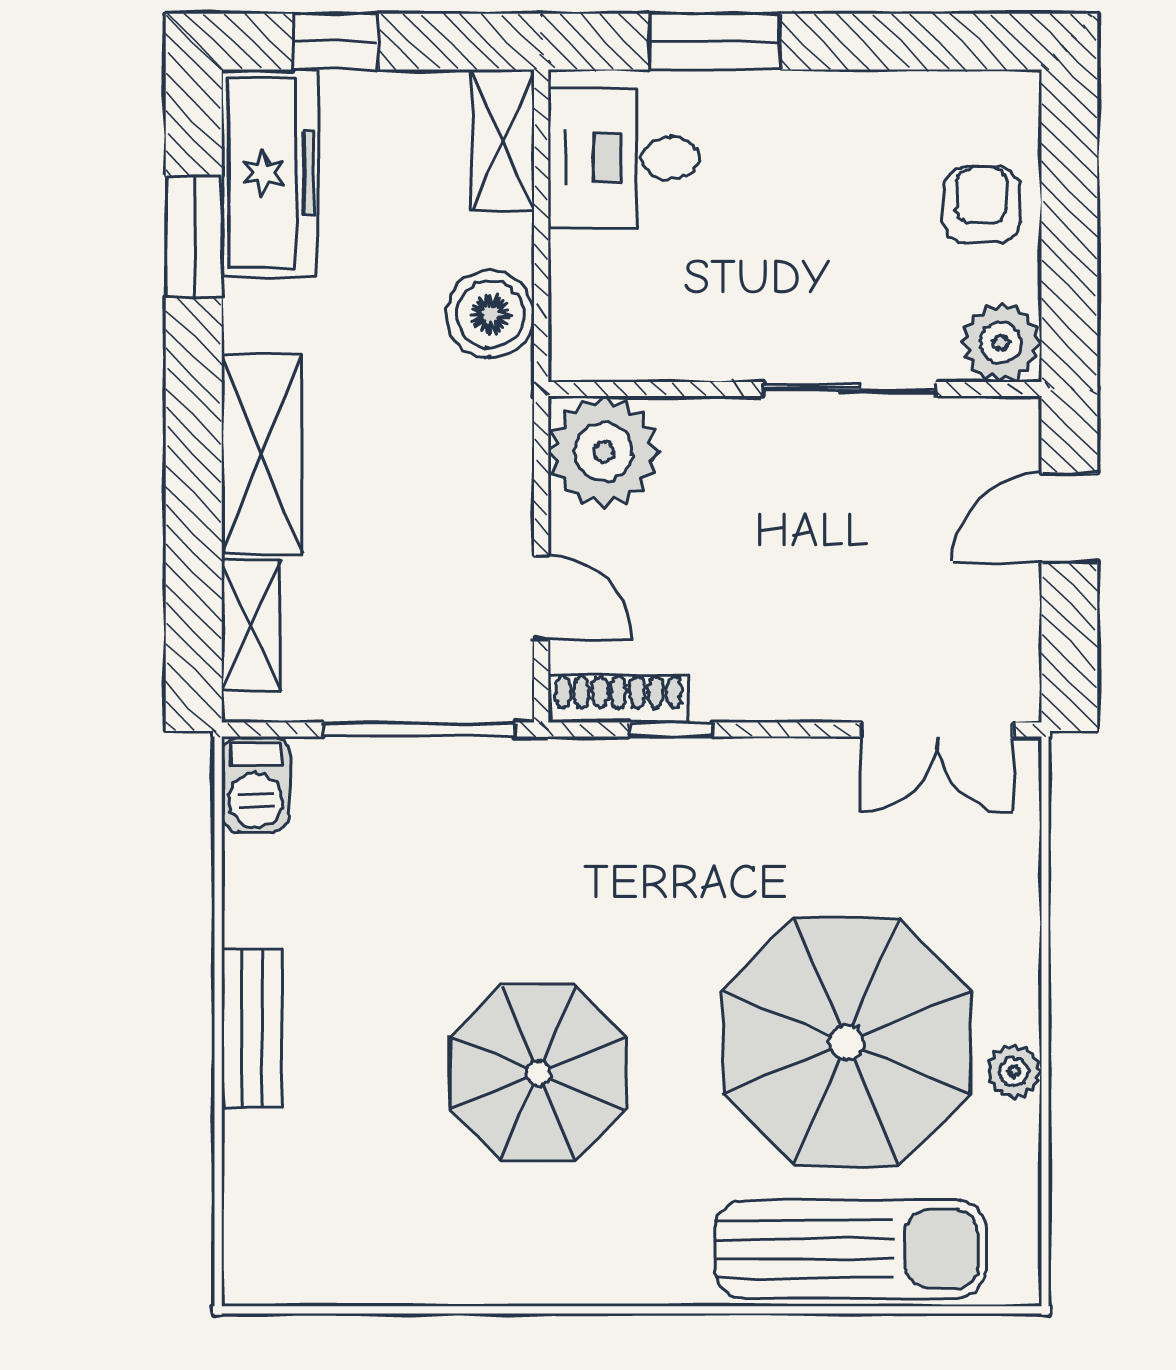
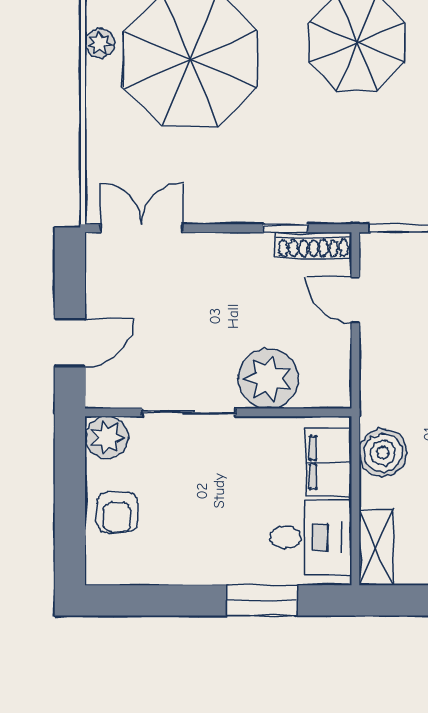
filing cabinet: (590, 297) -> (329, 462), added
plant: (604, 452) -> (268, 379), moved

